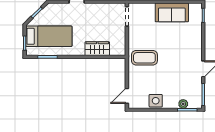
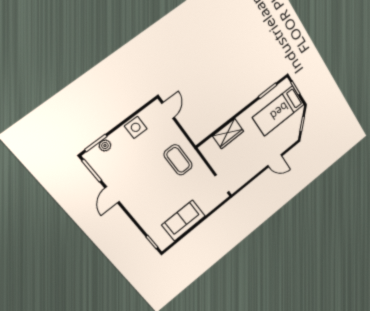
coffee table: (144, 58) -> (178, 160), turned 90

